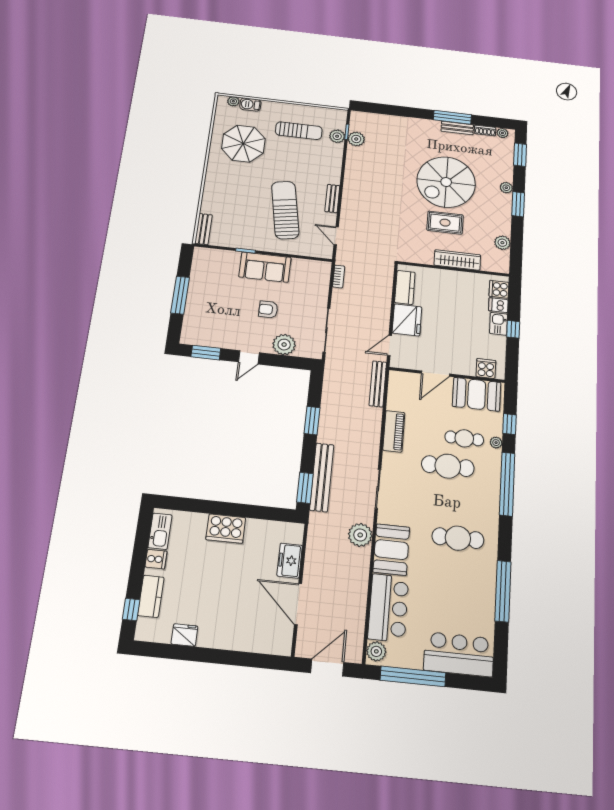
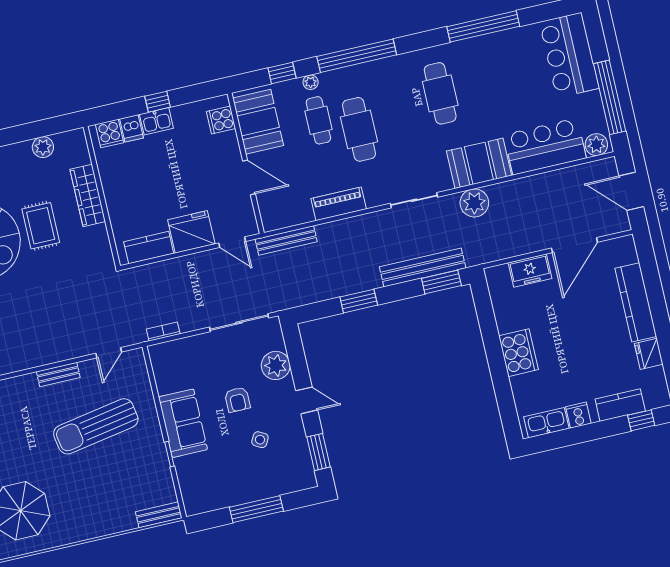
side table: (232, 315) -> (260, 440), added
kitchen counter: (232, 639) -> (636, 302), added

